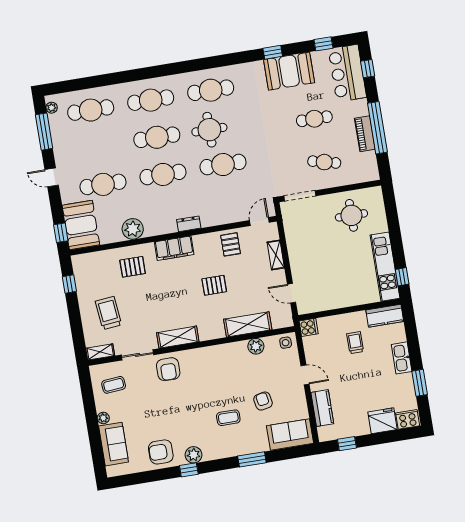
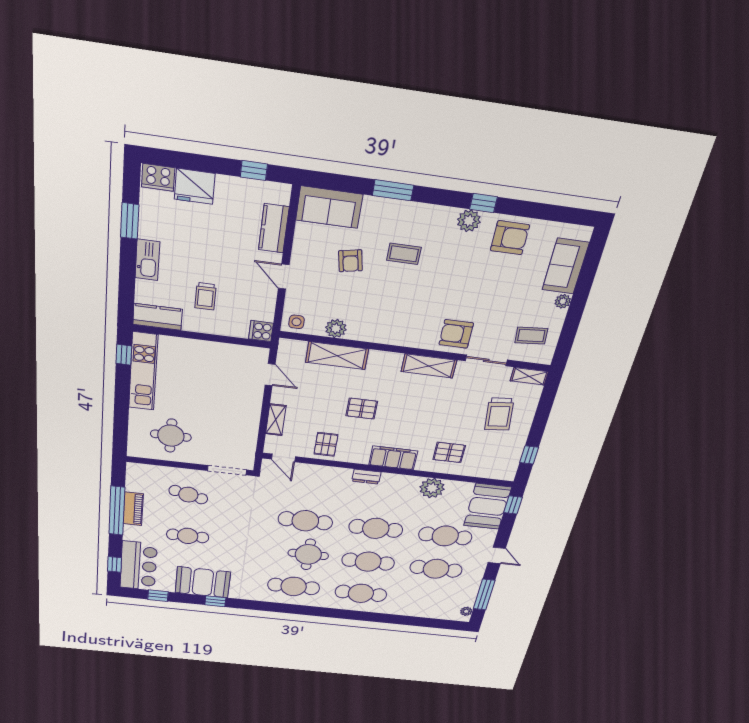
cafe table: (91, 110) -> (436, 569), moved
door: (259, 221) -> (283, 458), hinge flipped
armchair: (168, 369) -> (456, 334), turned -90

